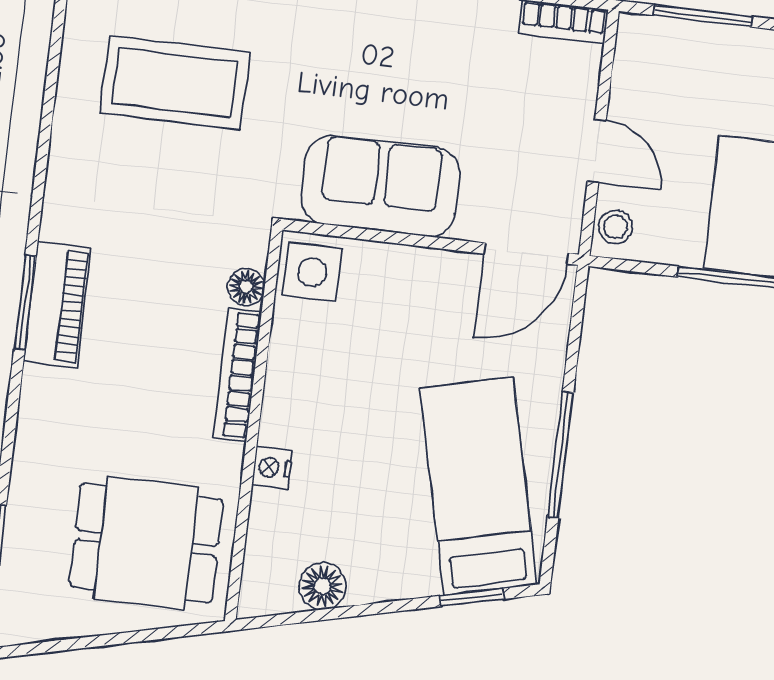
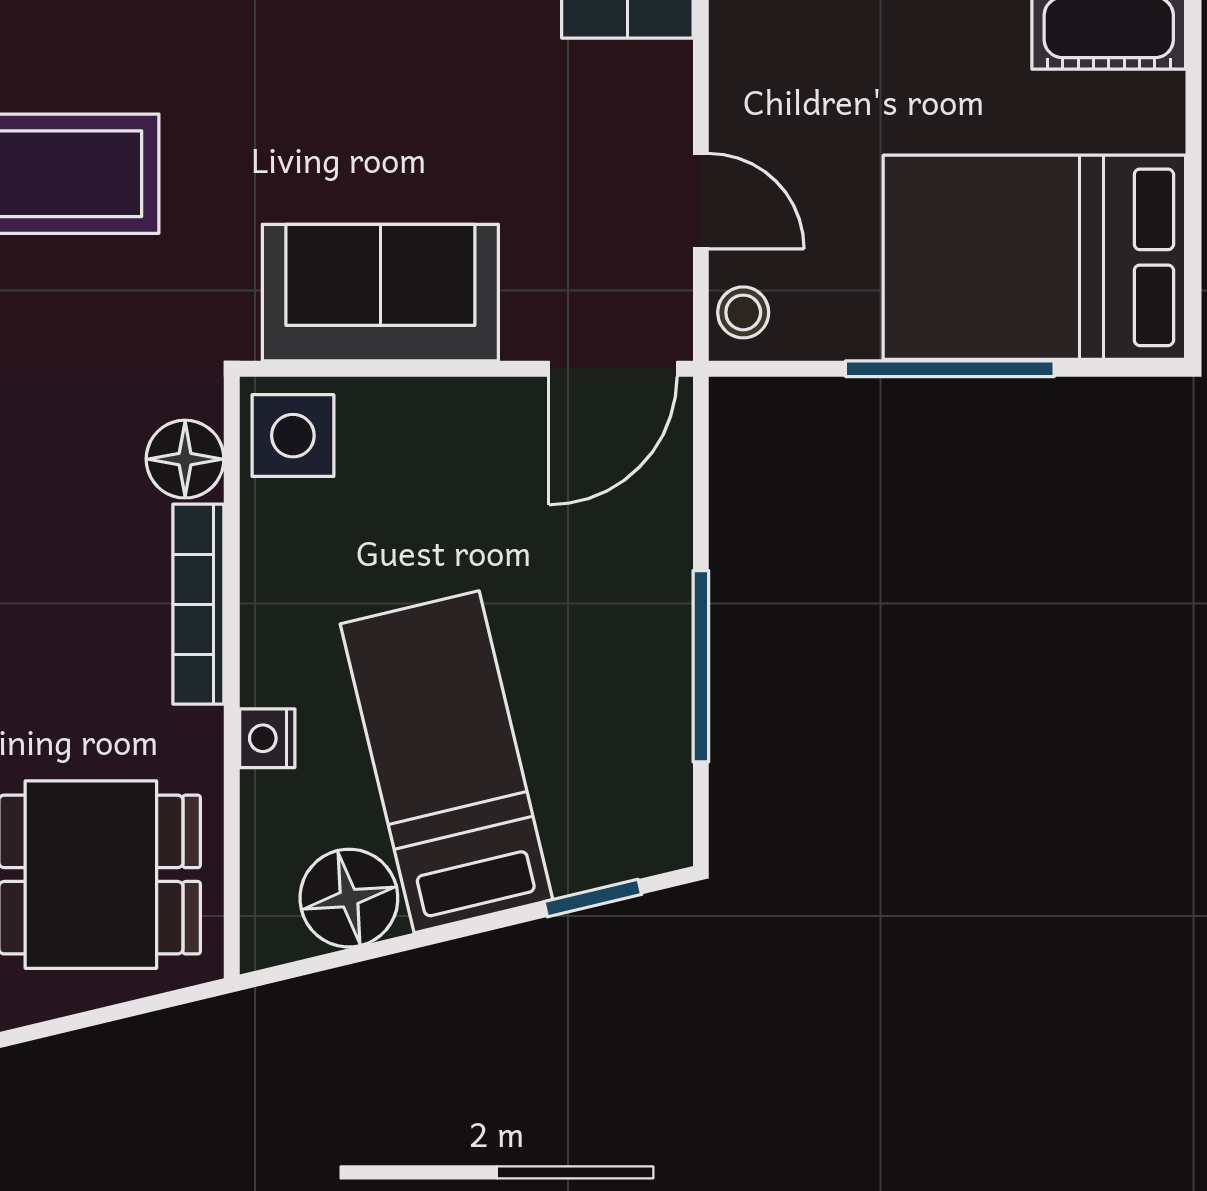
floor lamp: (246, 287) -> (185, 459), width x1.37, depth x1.37
bed: (479, 486) -> (447, 762), moved
floor lamp: (323, 586) -> (349, 898), width x1.38, depth x1.38

